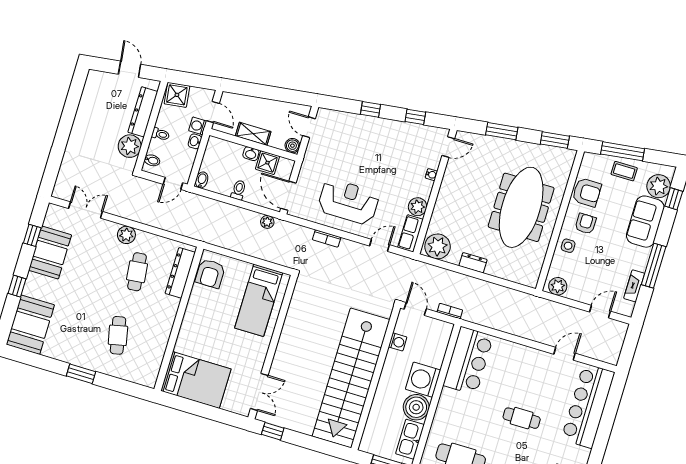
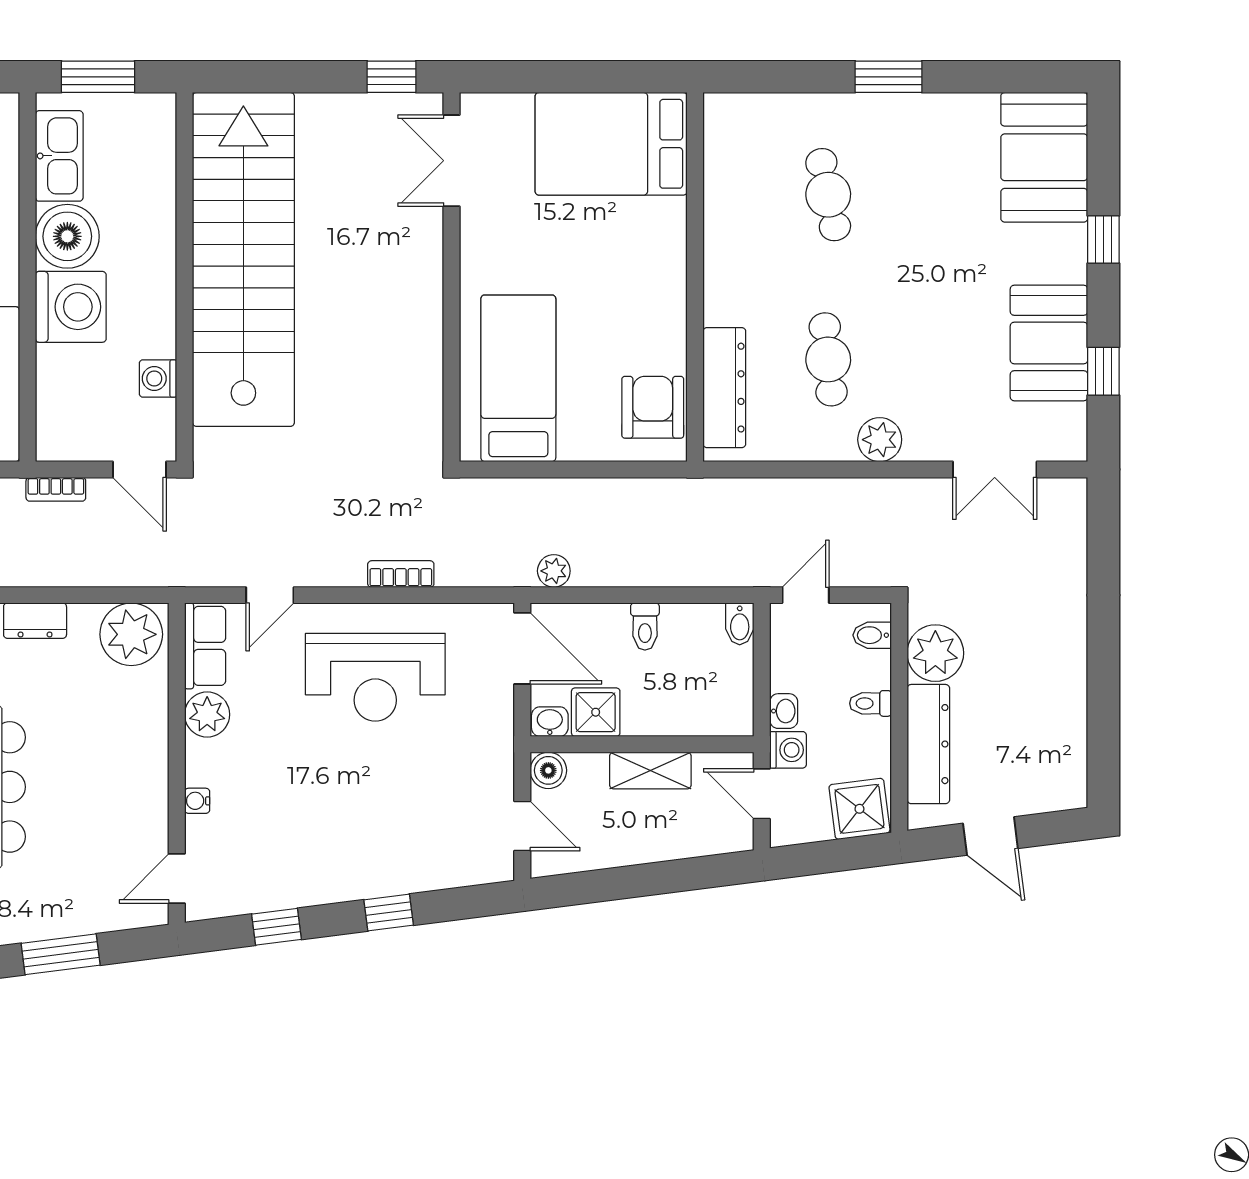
washbasin: (251, 154) -> (550, 722), moved

